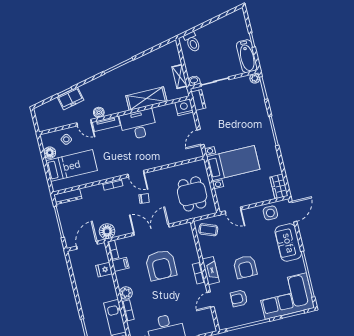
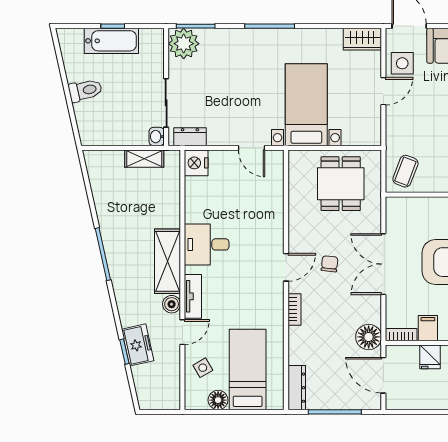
toilet: (192, 42) -> (85, 90), moved
bathtub: (247, 56) -> (111, 41), moved
plant: (255, 78) -> (184, 44), width x1.87, depth x1.87
shelving: (146, 99) -> (167, 261), moved
desk: (138, 125) -> (207, 244), width x0.73
dining table: (192, 194) -> (341, 184), turned 90
door: (233, 210) -> (383, 91), moved

